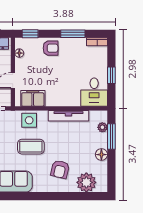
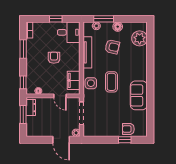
armchair: (51, 48) -> (54, 58), moved
armchair: (60, 169) -> (112, 47), moved

